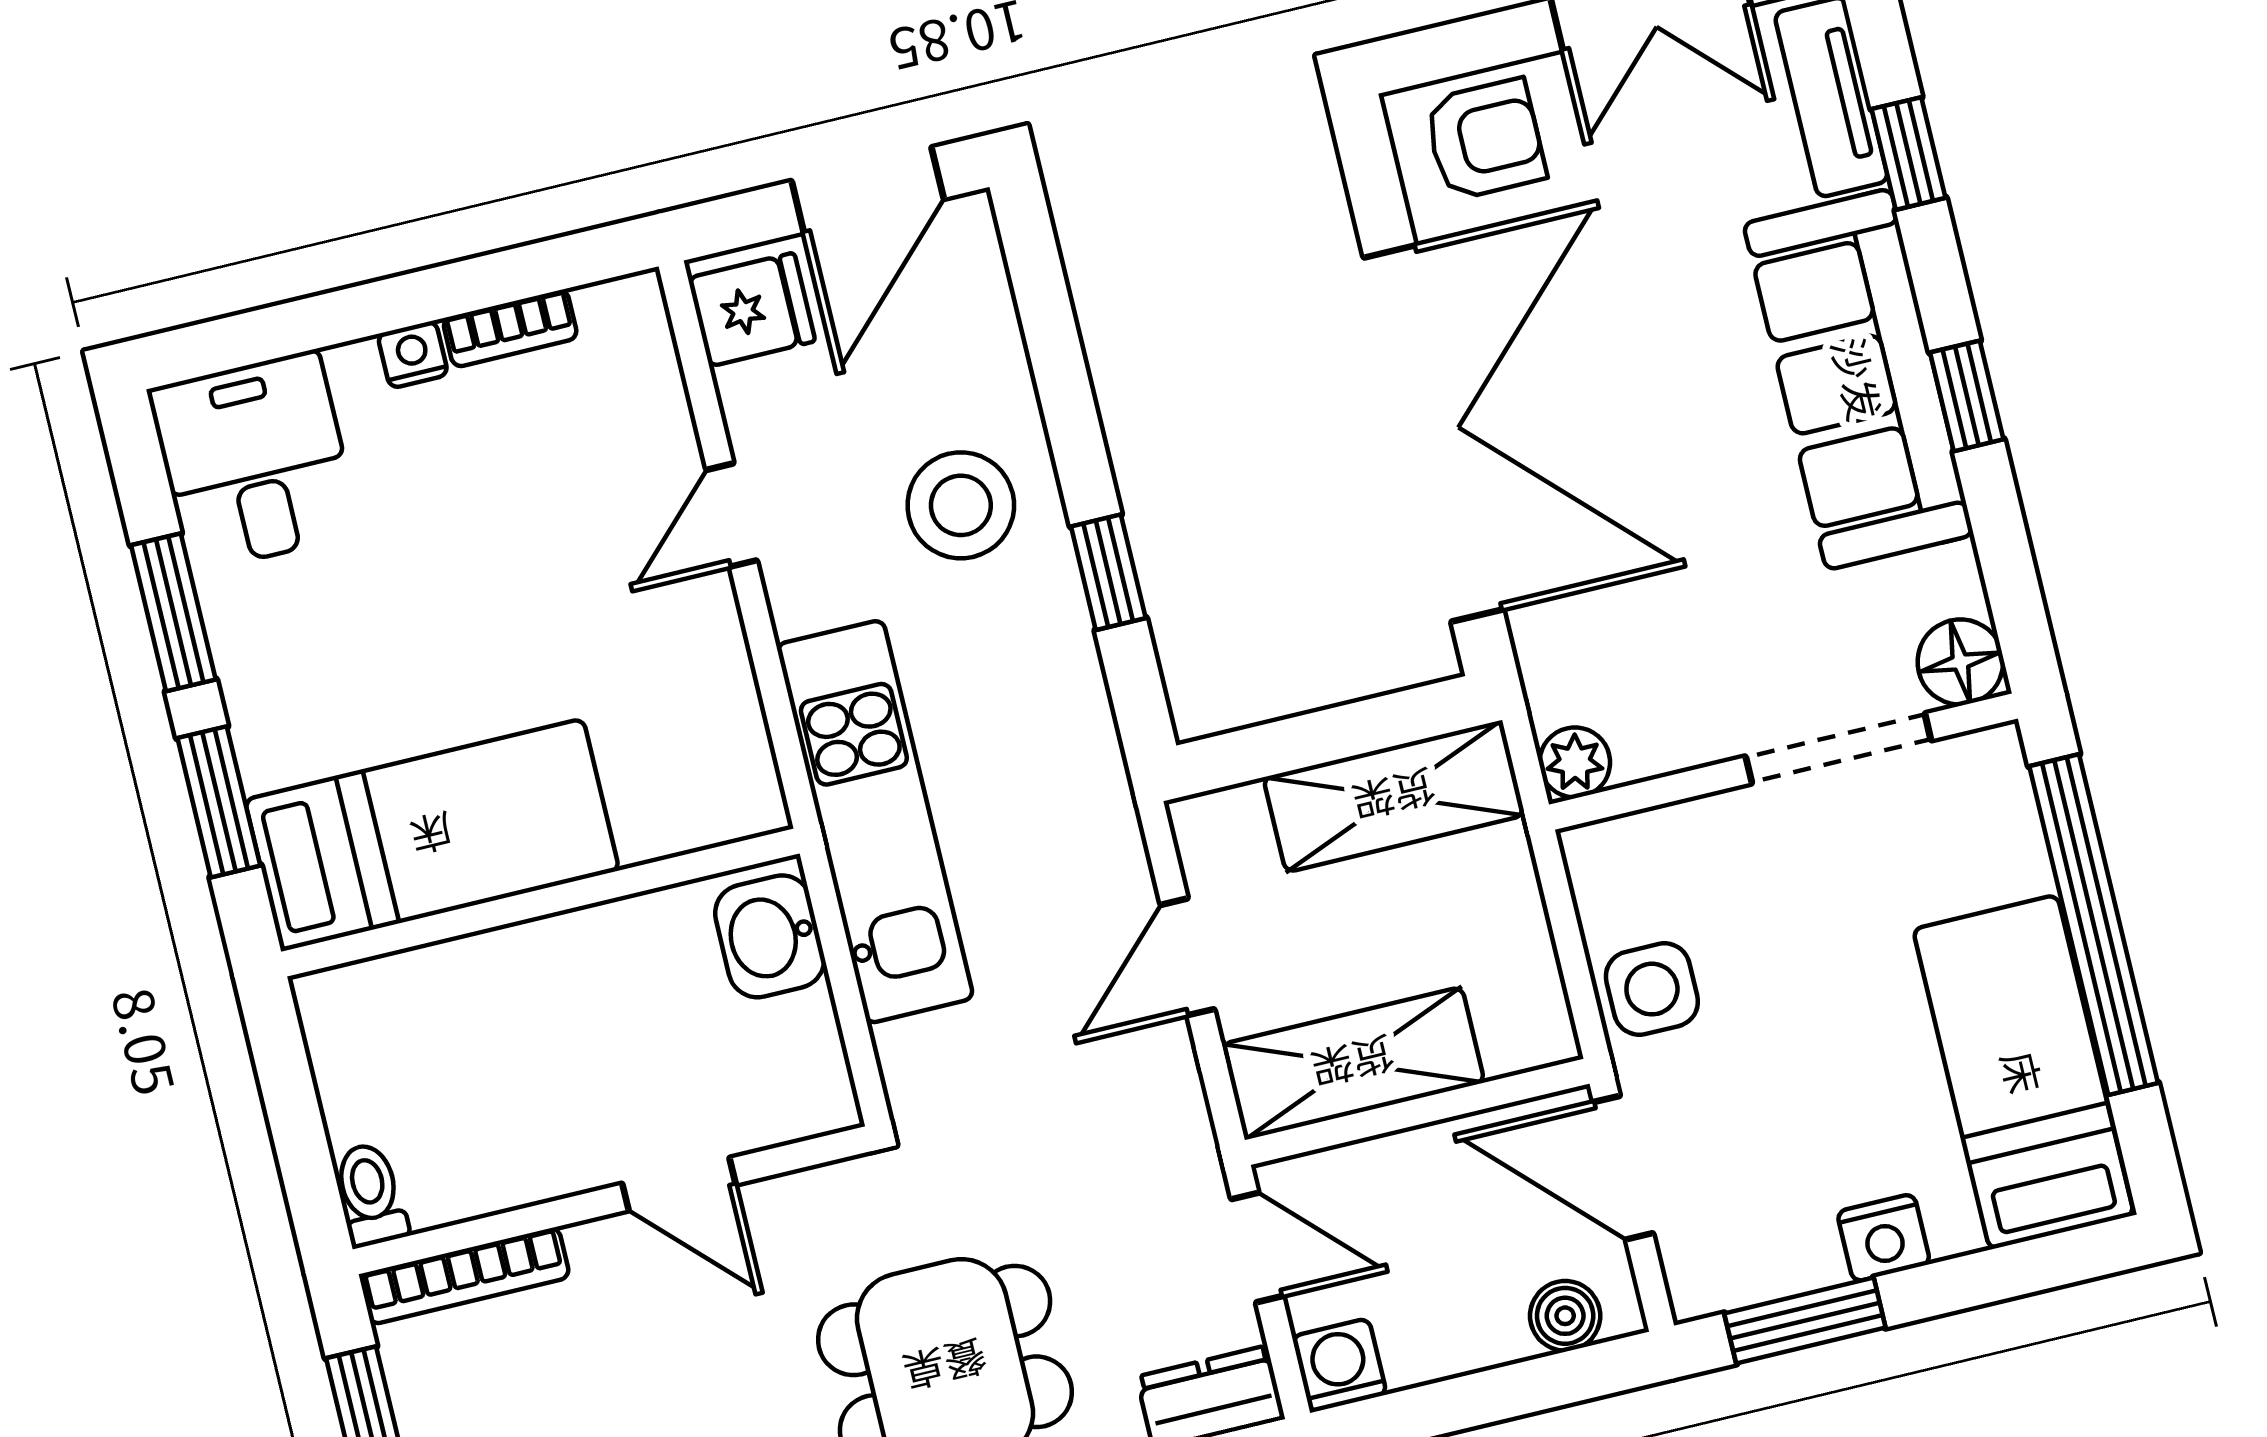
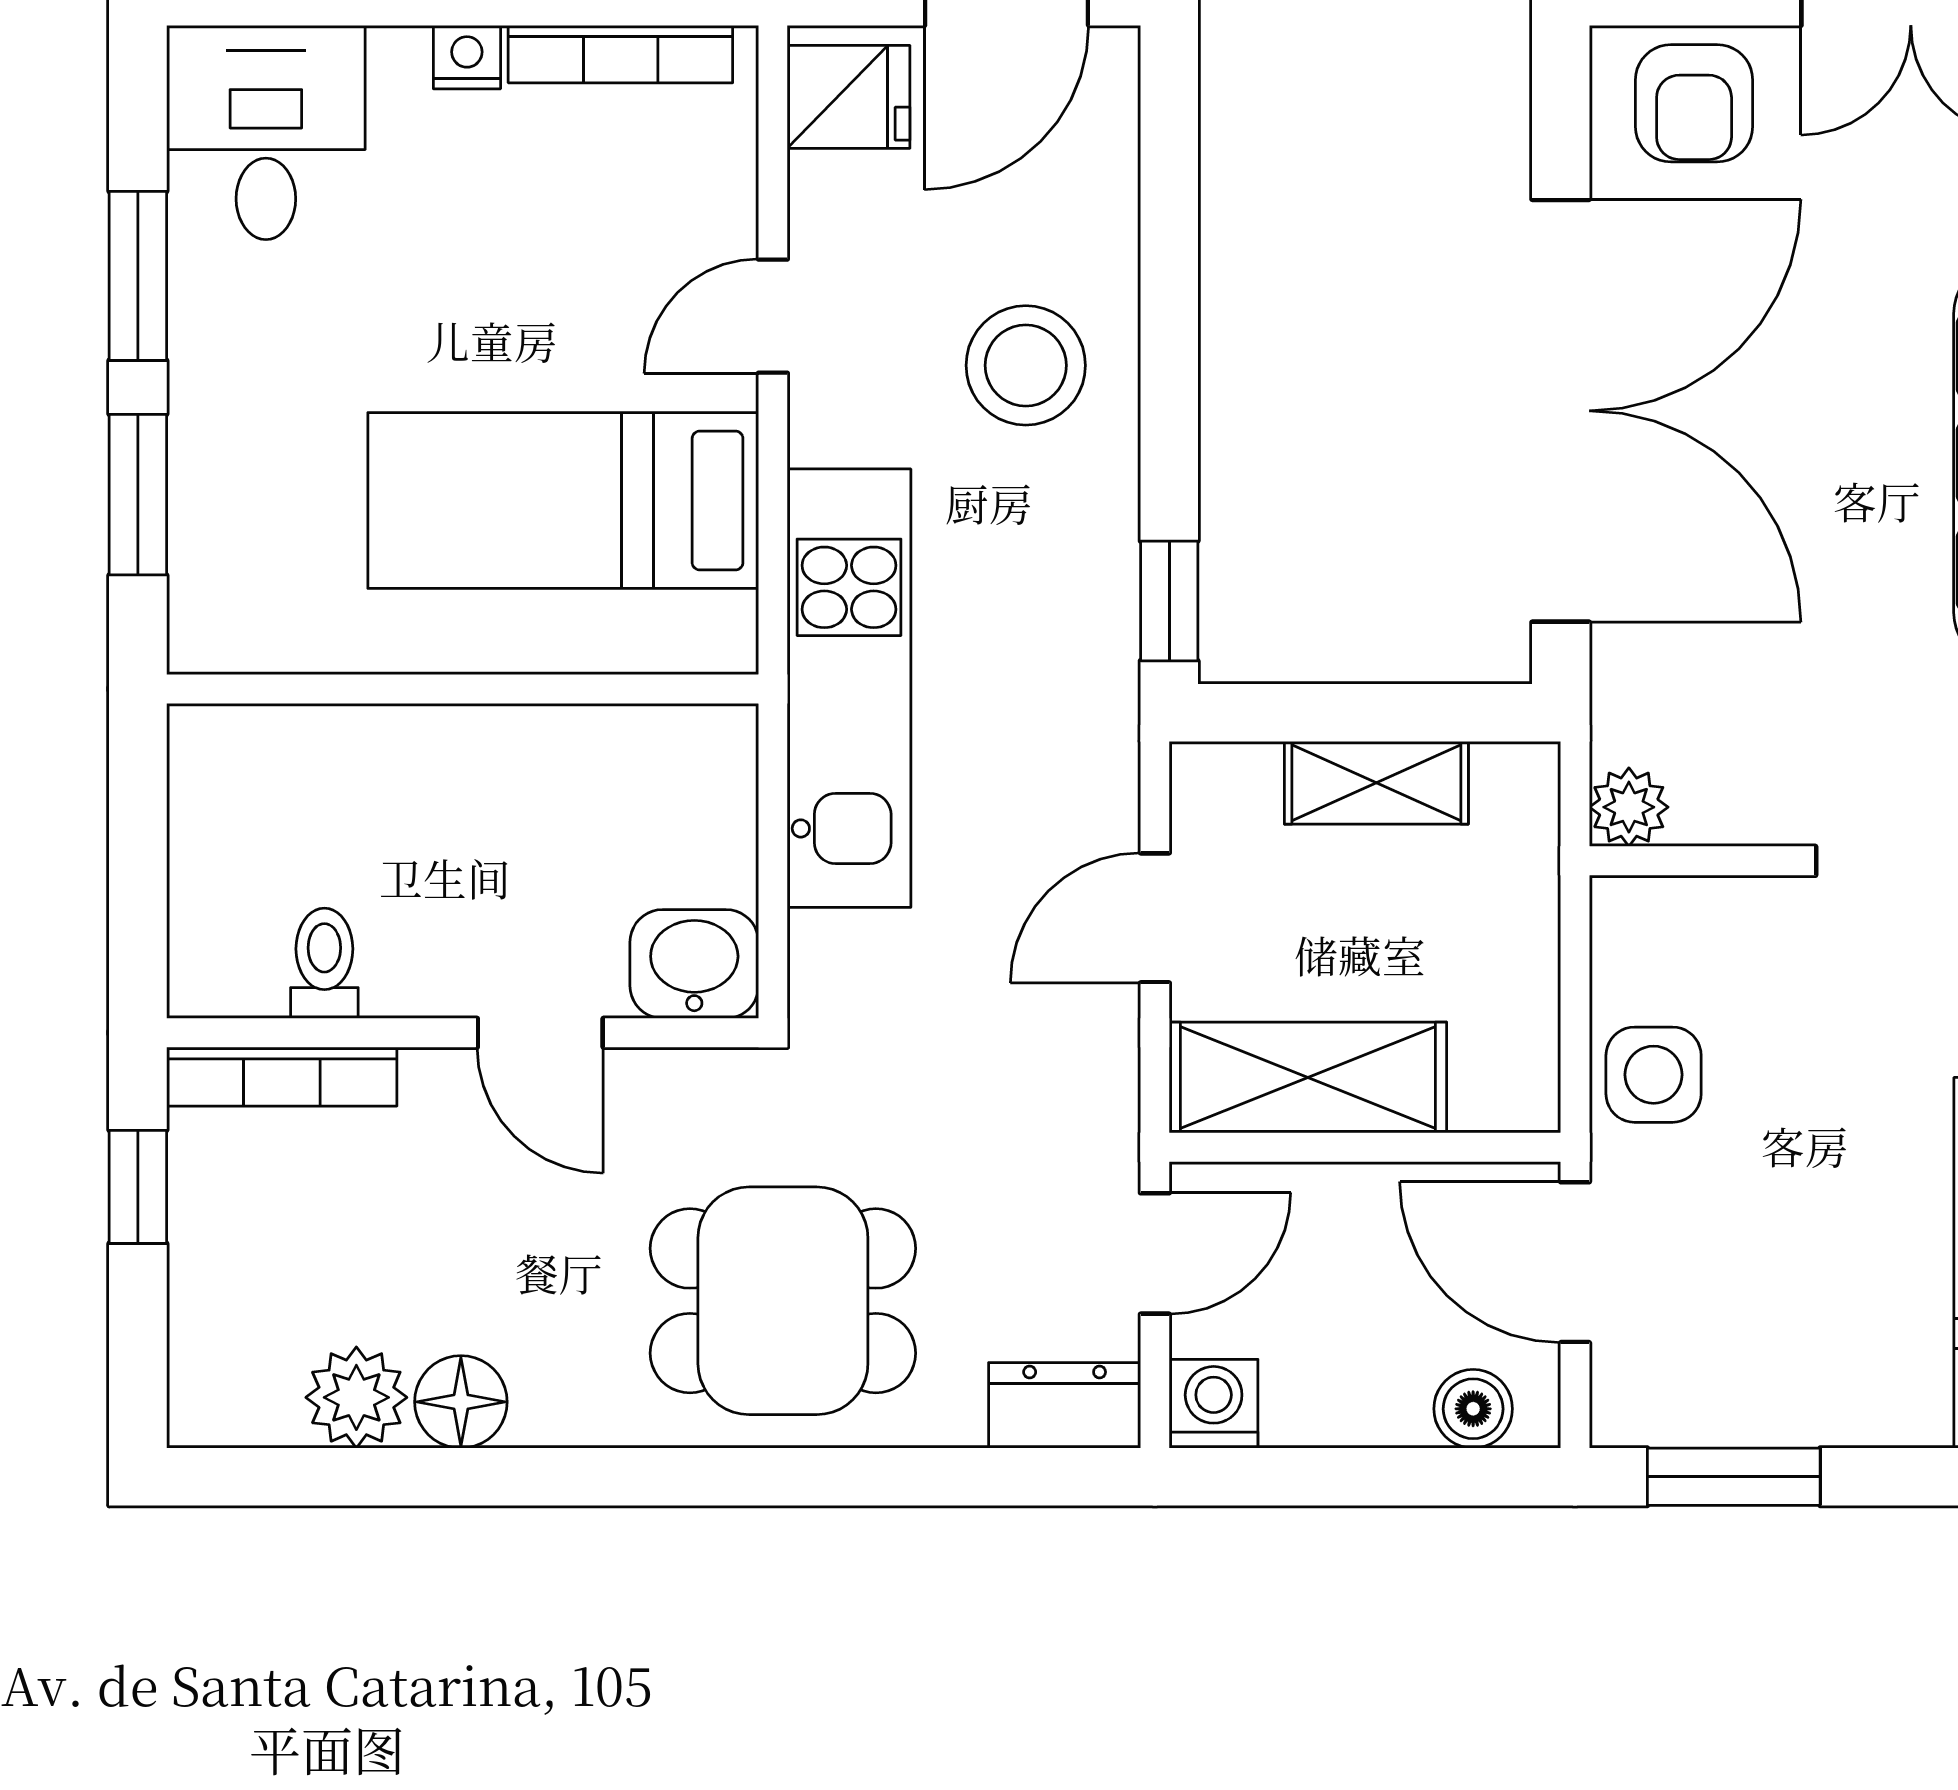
armchair: (1485, 139) -> (1694, 103), turned 90
bookcase: (510, 328) -> (620, 54), width x1.56
window: (1108, 572) -> (1169, 601), moved
shelving: (1394, 796) -> (1376, 783), width x0.67, depth x0.75
bed: (432, 835) -> (563, 501), moved, turned 180
washbasin: (770, 936) -> (694, 964), moved, turned 90
toilet: (370, 1195) -> (324, 963), moved
nightstand: (1884, 1238) -> (1841, 1407), removed
door: (1257, 1247) -> (1155, 1253), hinge flipped

